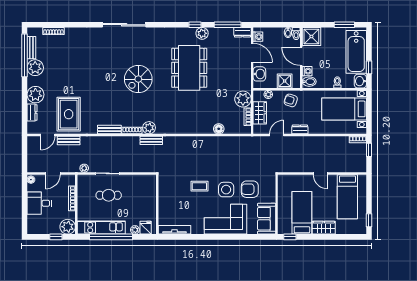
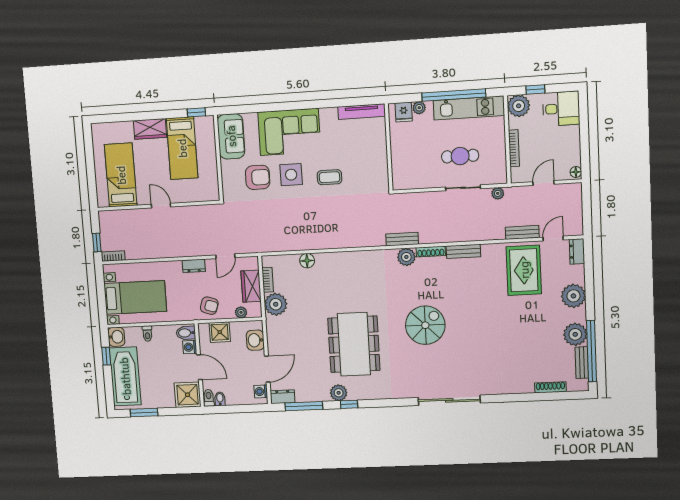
door: (252, 53) -> (267, 369), swing flipped
dresser: (32, 113) -> (577, 251), moved
desk: (39, 203) -> (561, 109), moved
window: (369, 220) -> (88, 144), removed

